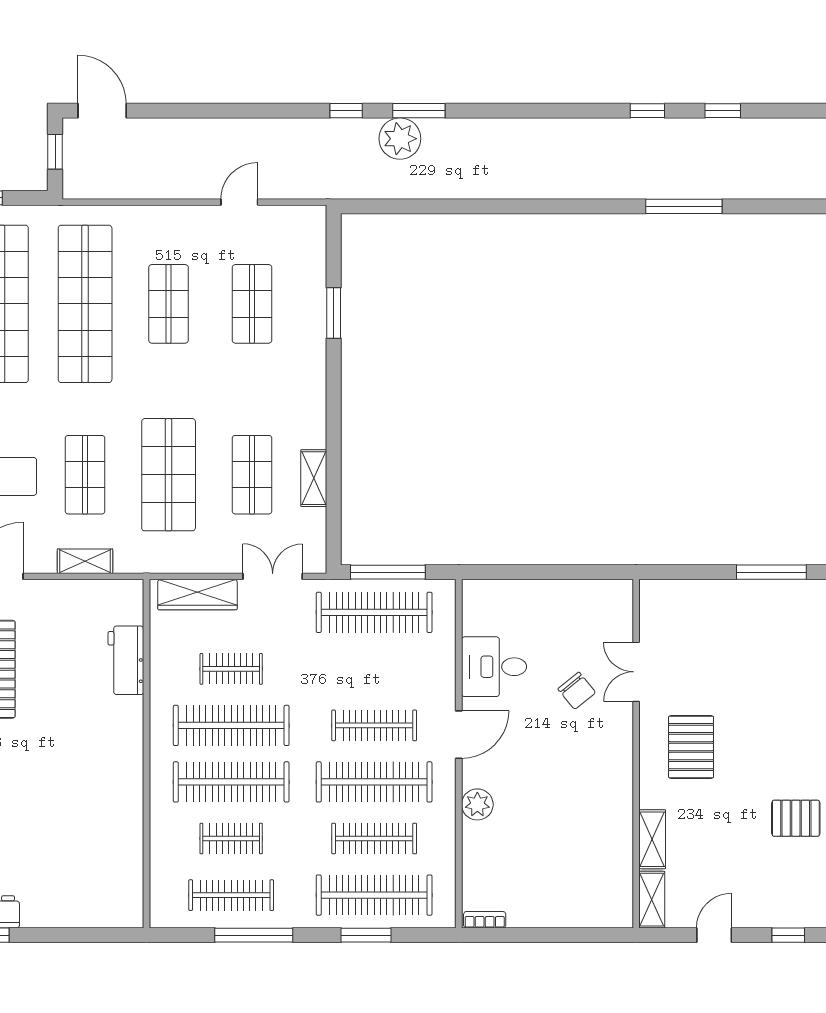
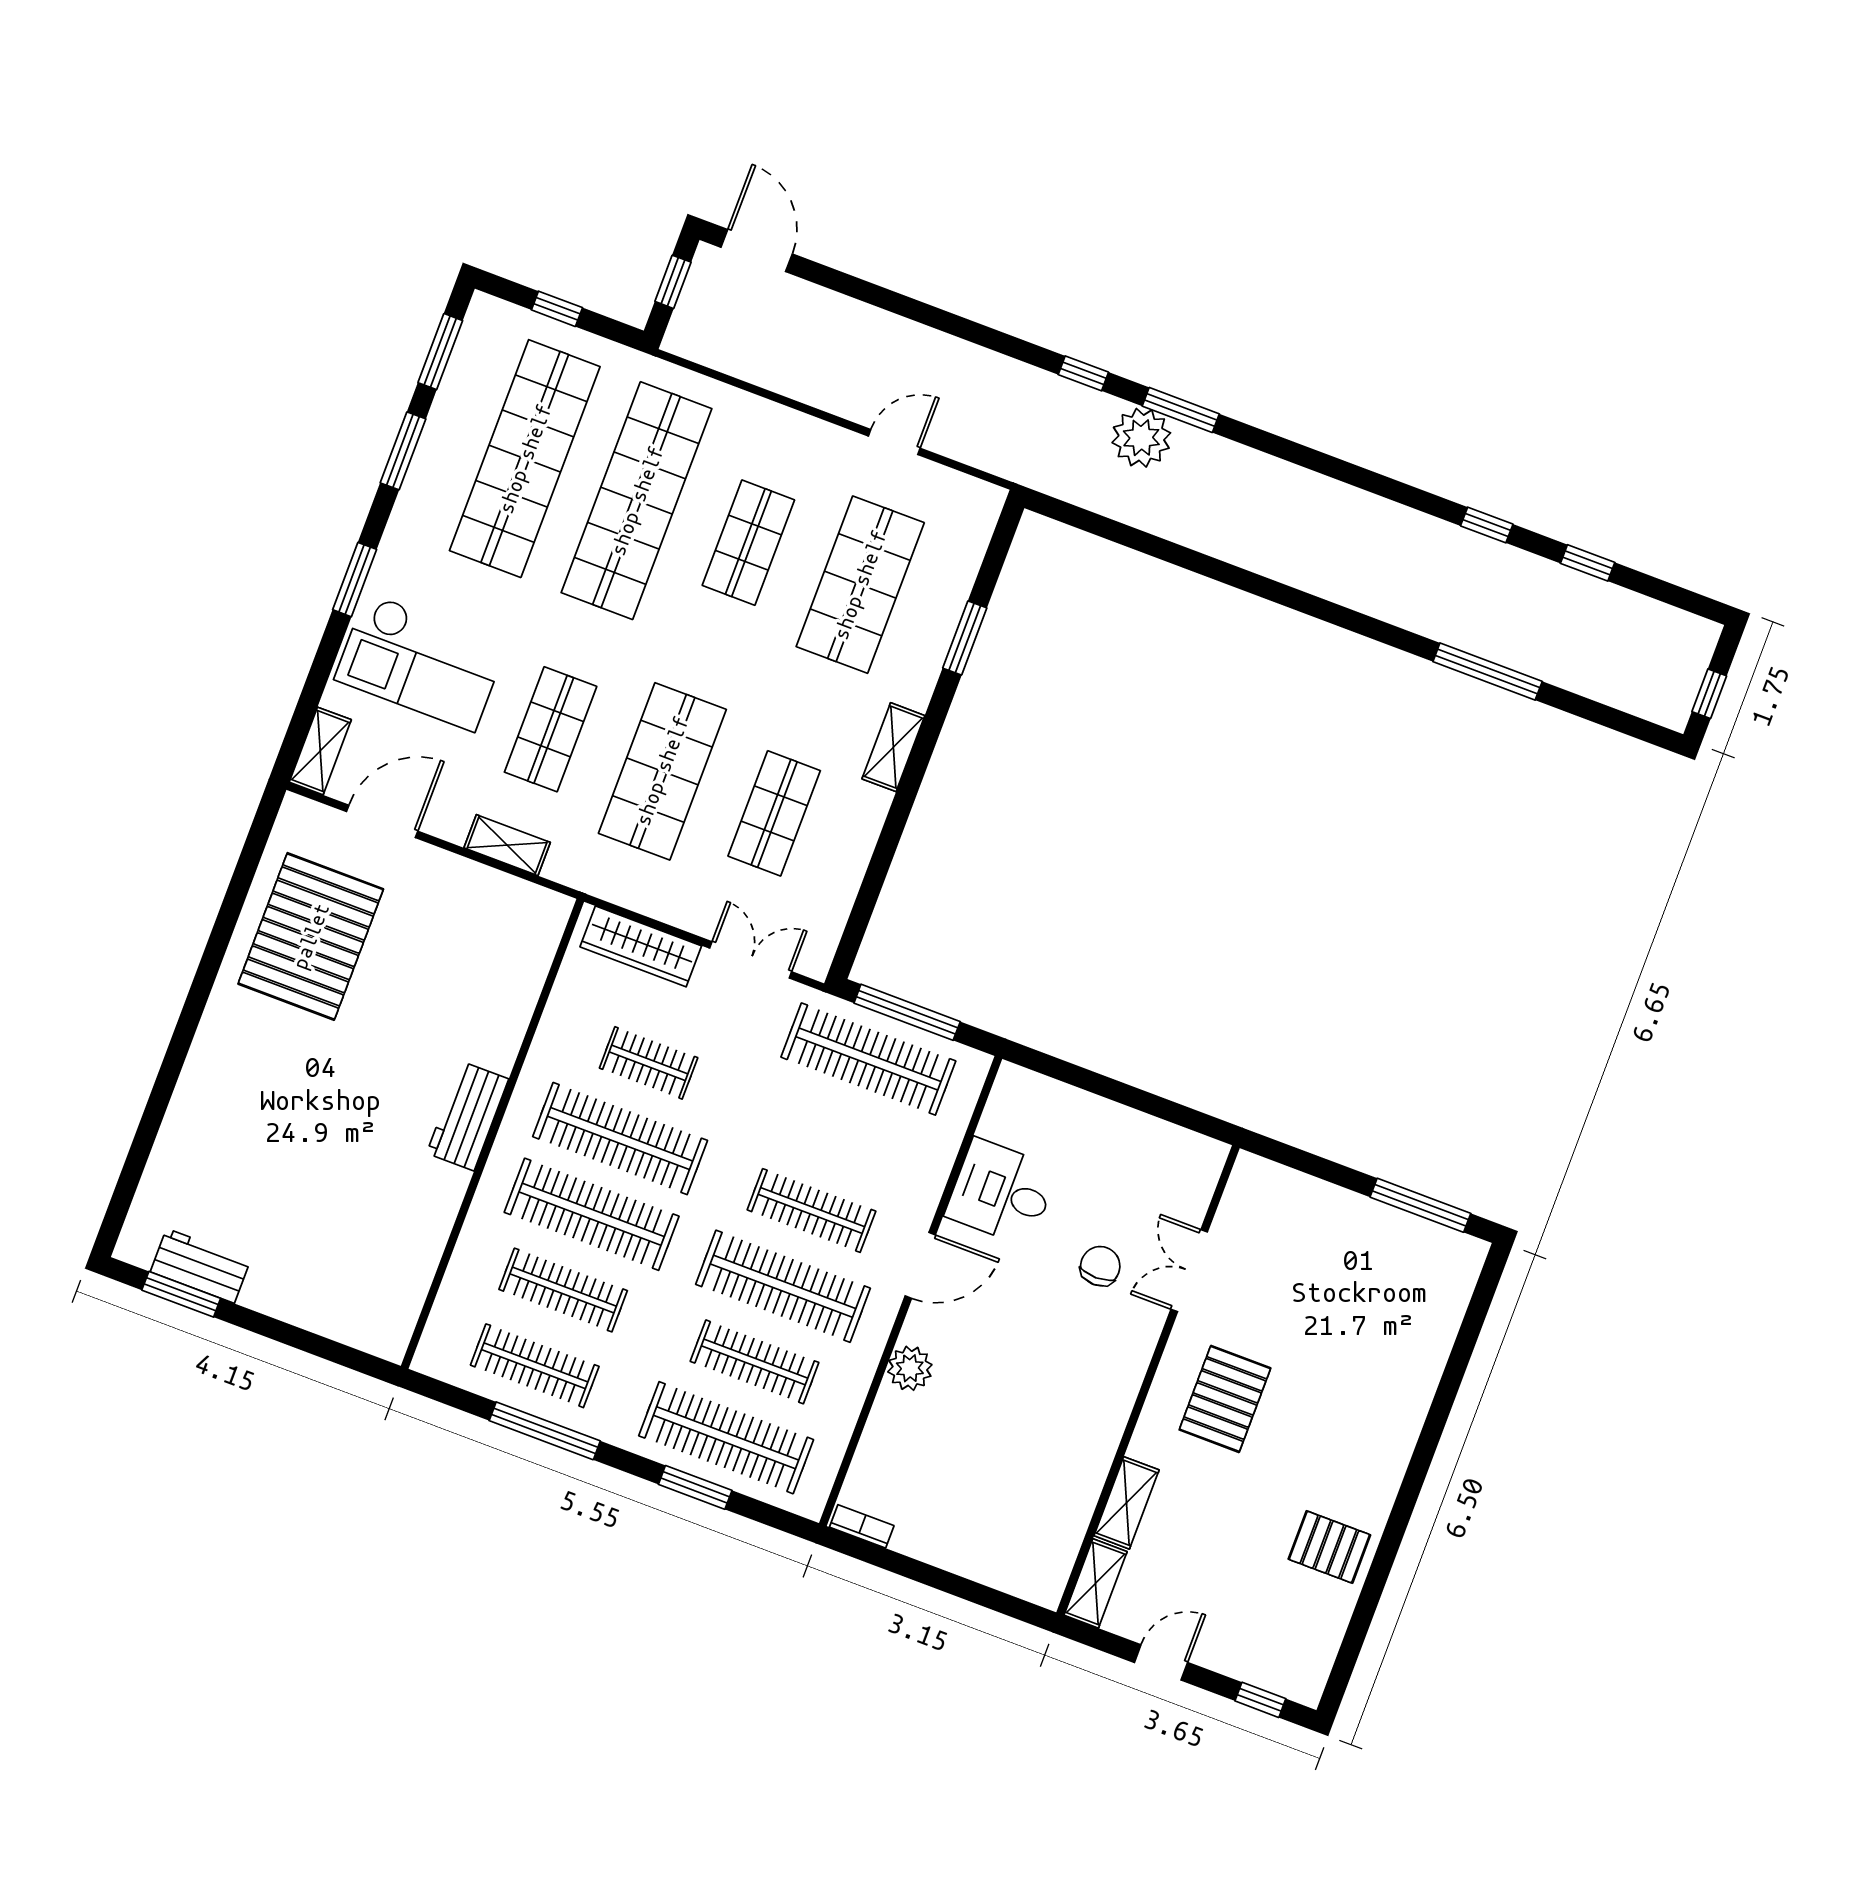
shop shelf: (252, 304) -> (860, 585), width x1.43, depth x1.36
shelving: (314, 478) -> (893, 747), moved
workbench: (126, 660) -> (468, 1116), moved
chair: (577, 691) -> (1100, 1266), turned -141
clothes rail: (231, 839) -> (563, 1290), width x1.36

